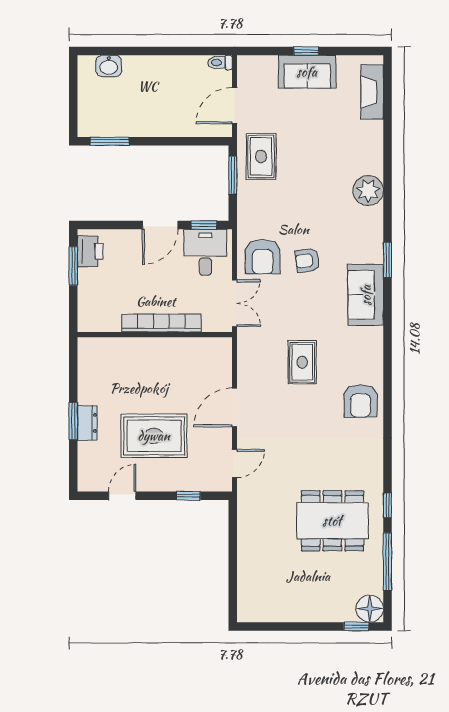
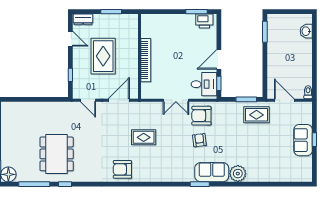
fireplace: (372, 92) -> (292, 176), removed
door: (160, 225) -> (219, 59), hinge flipped
sofa: (366, 295) -> (212, 172), moved
bookcase: (161, 323) -> (146, 60), moved
wall: (155, 335) -> (139, 56), moved
door: (235, 407) -> (119, 100), hinge flipped
dresser: (87, 423) -> (83, 19), moved

